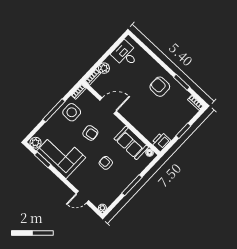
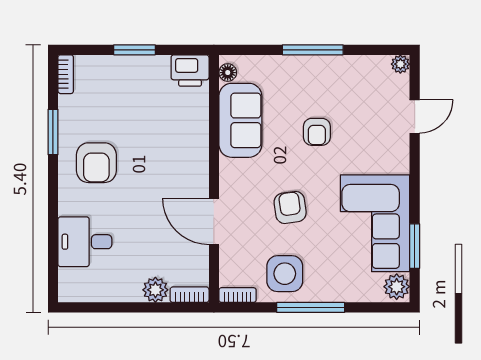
desk: (125, 54) -> (85, 242), moved, turned 90
door: (82, 197) -> (415, 116), hinge flipped

